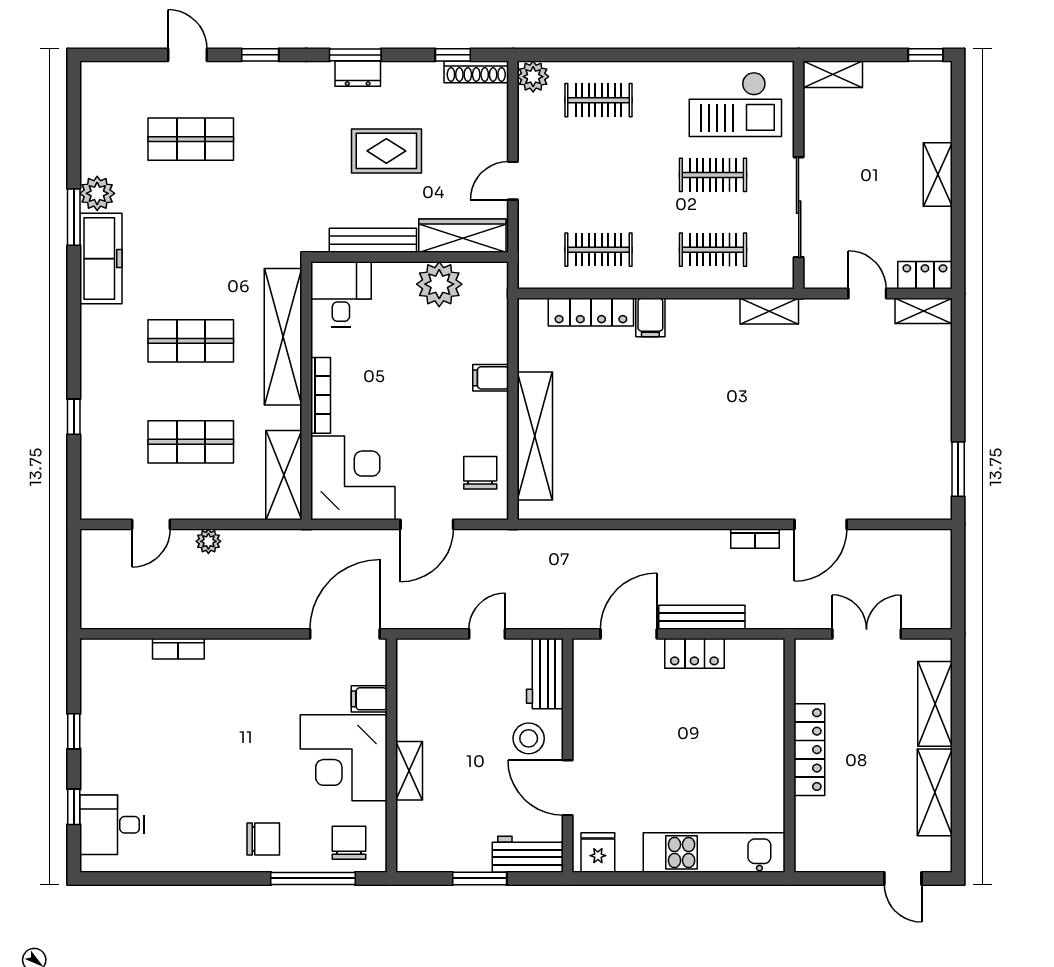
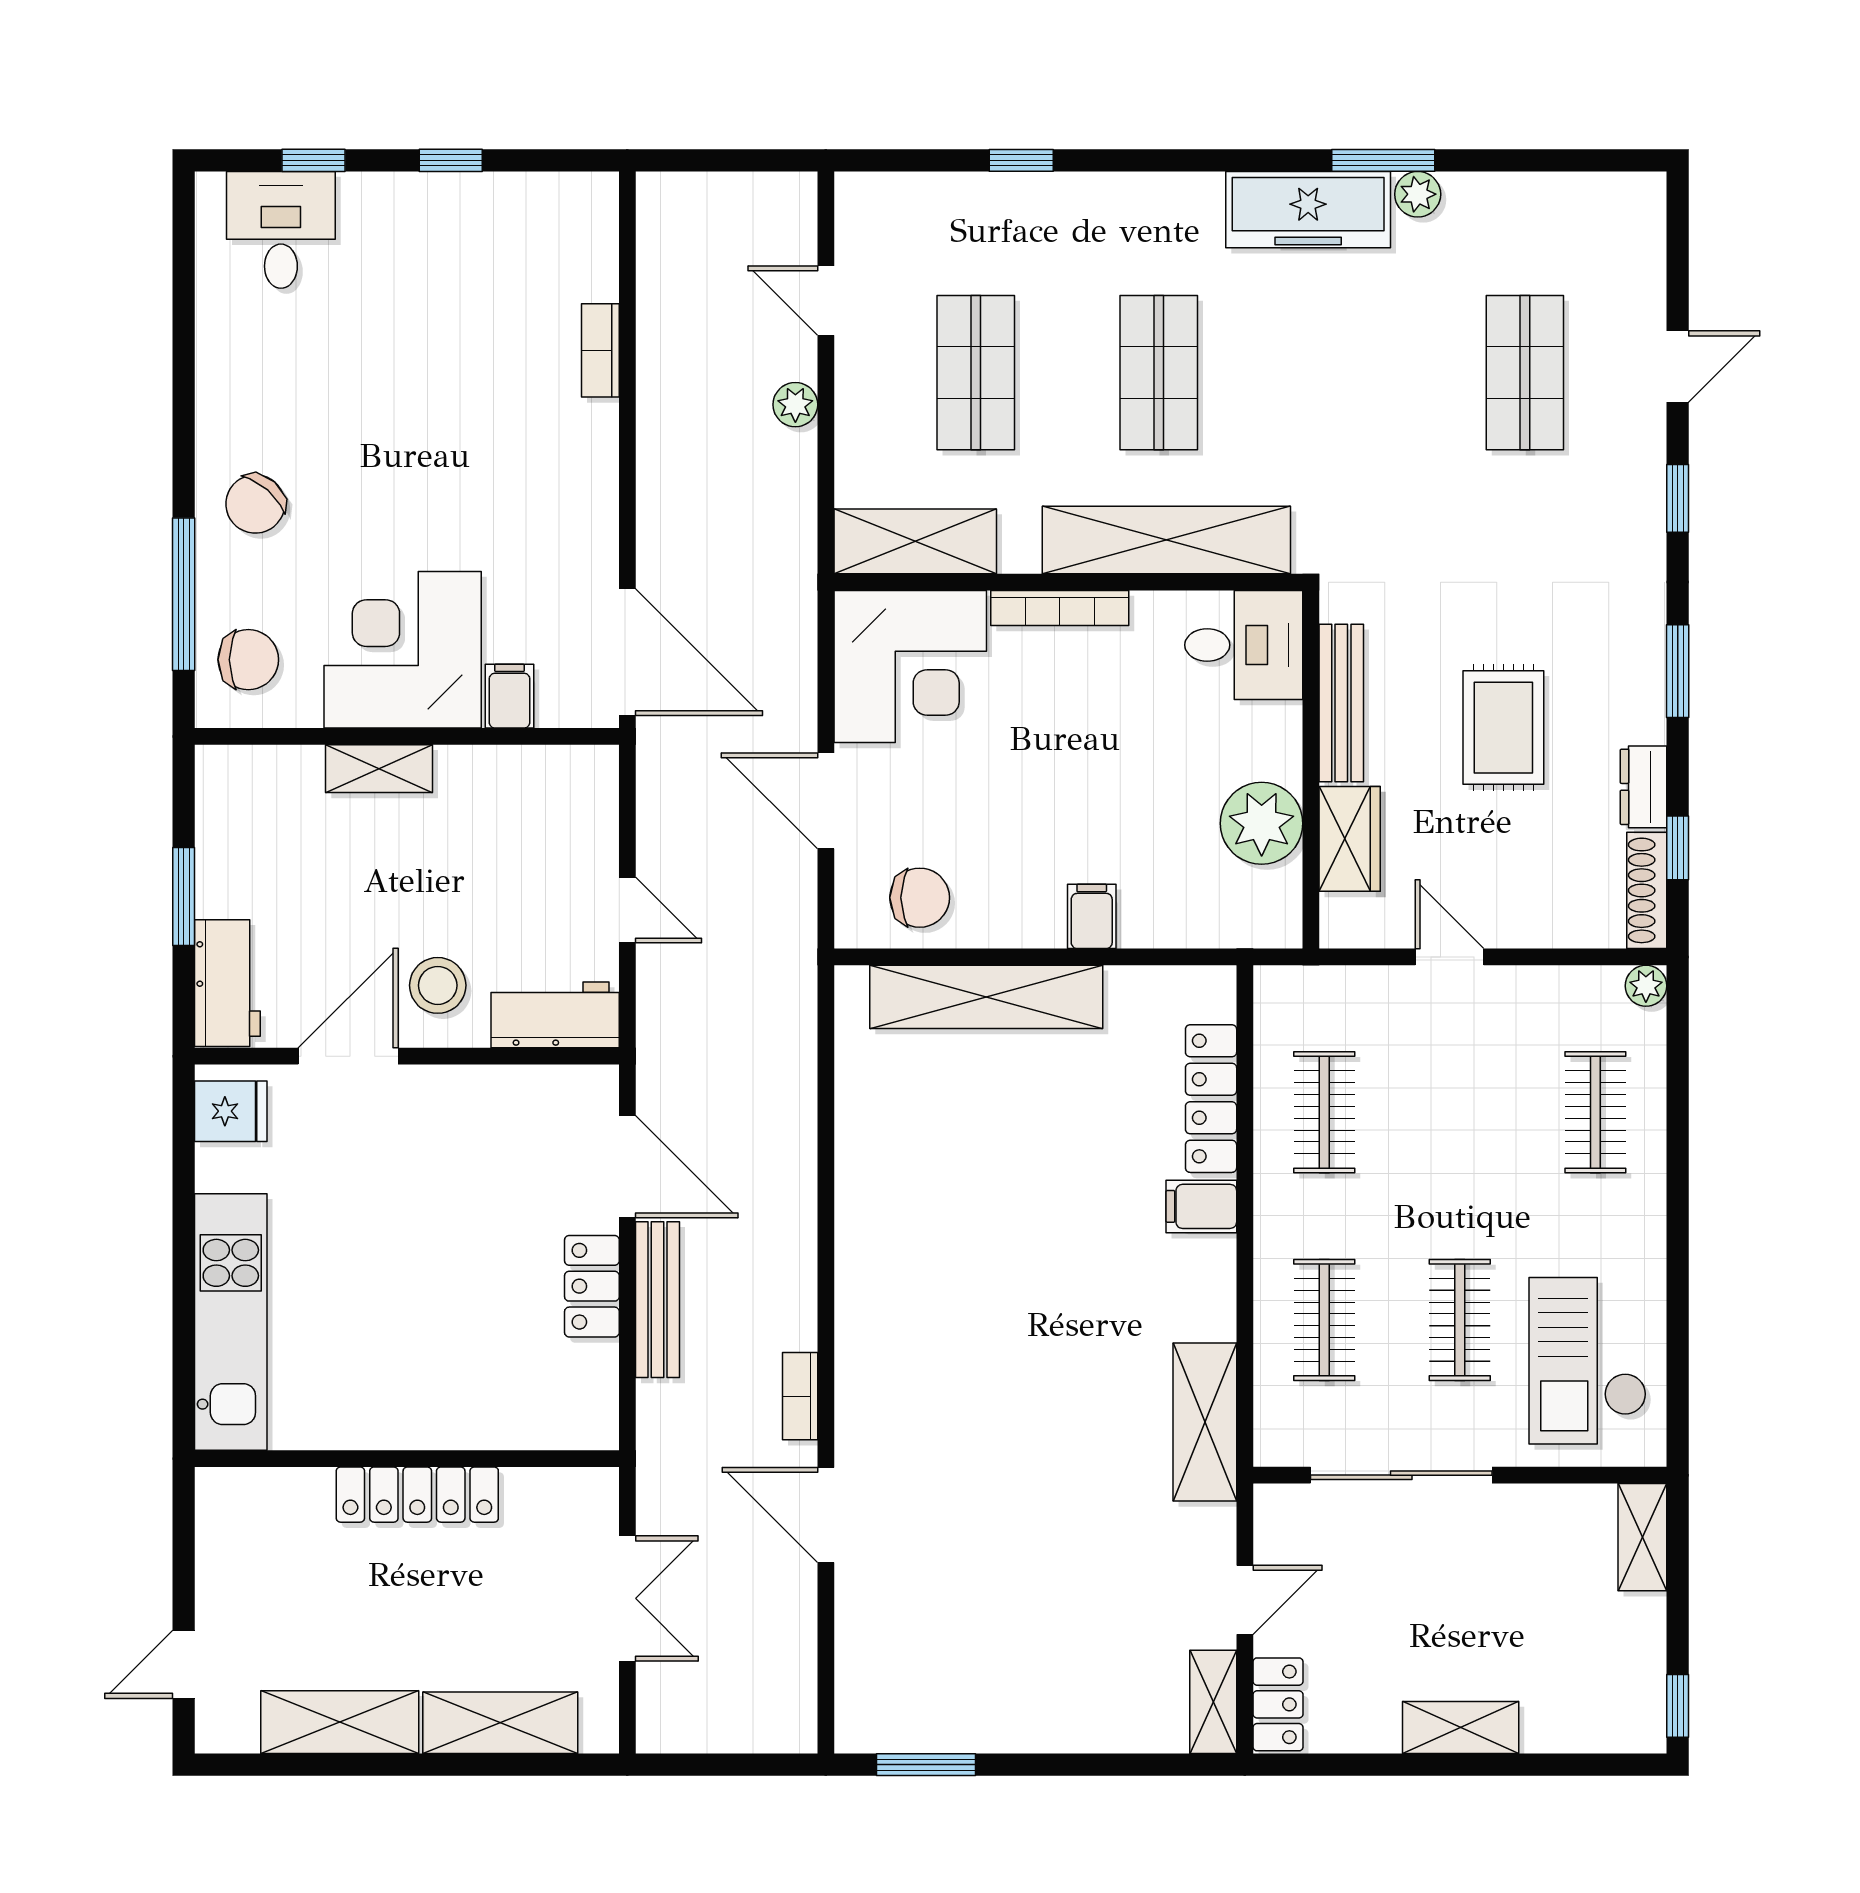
dresser: (358, 74) -> (1643, 787), moved
plant: (533, 77) -> (1646, 986), width x0.73, depth x0.73
plant: (97, 193) -> (1418, 194), width x0.73, depth x0.73
wardrobe: (462, 236) -> (1350, 839), width x0.67
shelving: (769, 311) -> (1205, 1422), width x1.50, depth x1.33
chair: (263, 839) -> (255, 504), turned 41

